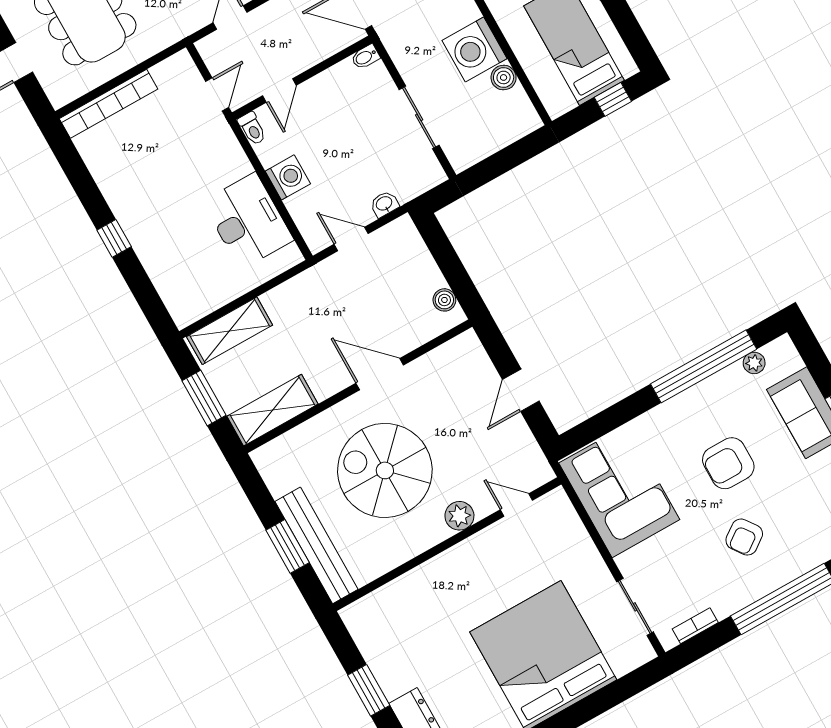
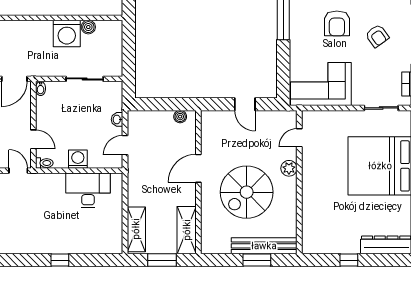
window: (369, 690) -> (349, 260), width x0.67

